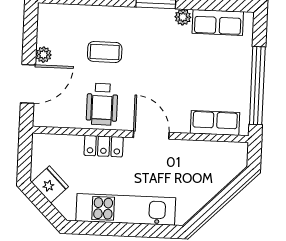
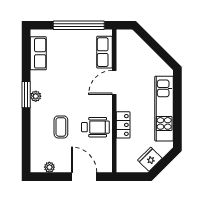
plant: (183, 17) -> (36, 96), moved
plant: (44, 55) -> (49, 167), moved
door: (151, 135) -> (114, 82), moved

